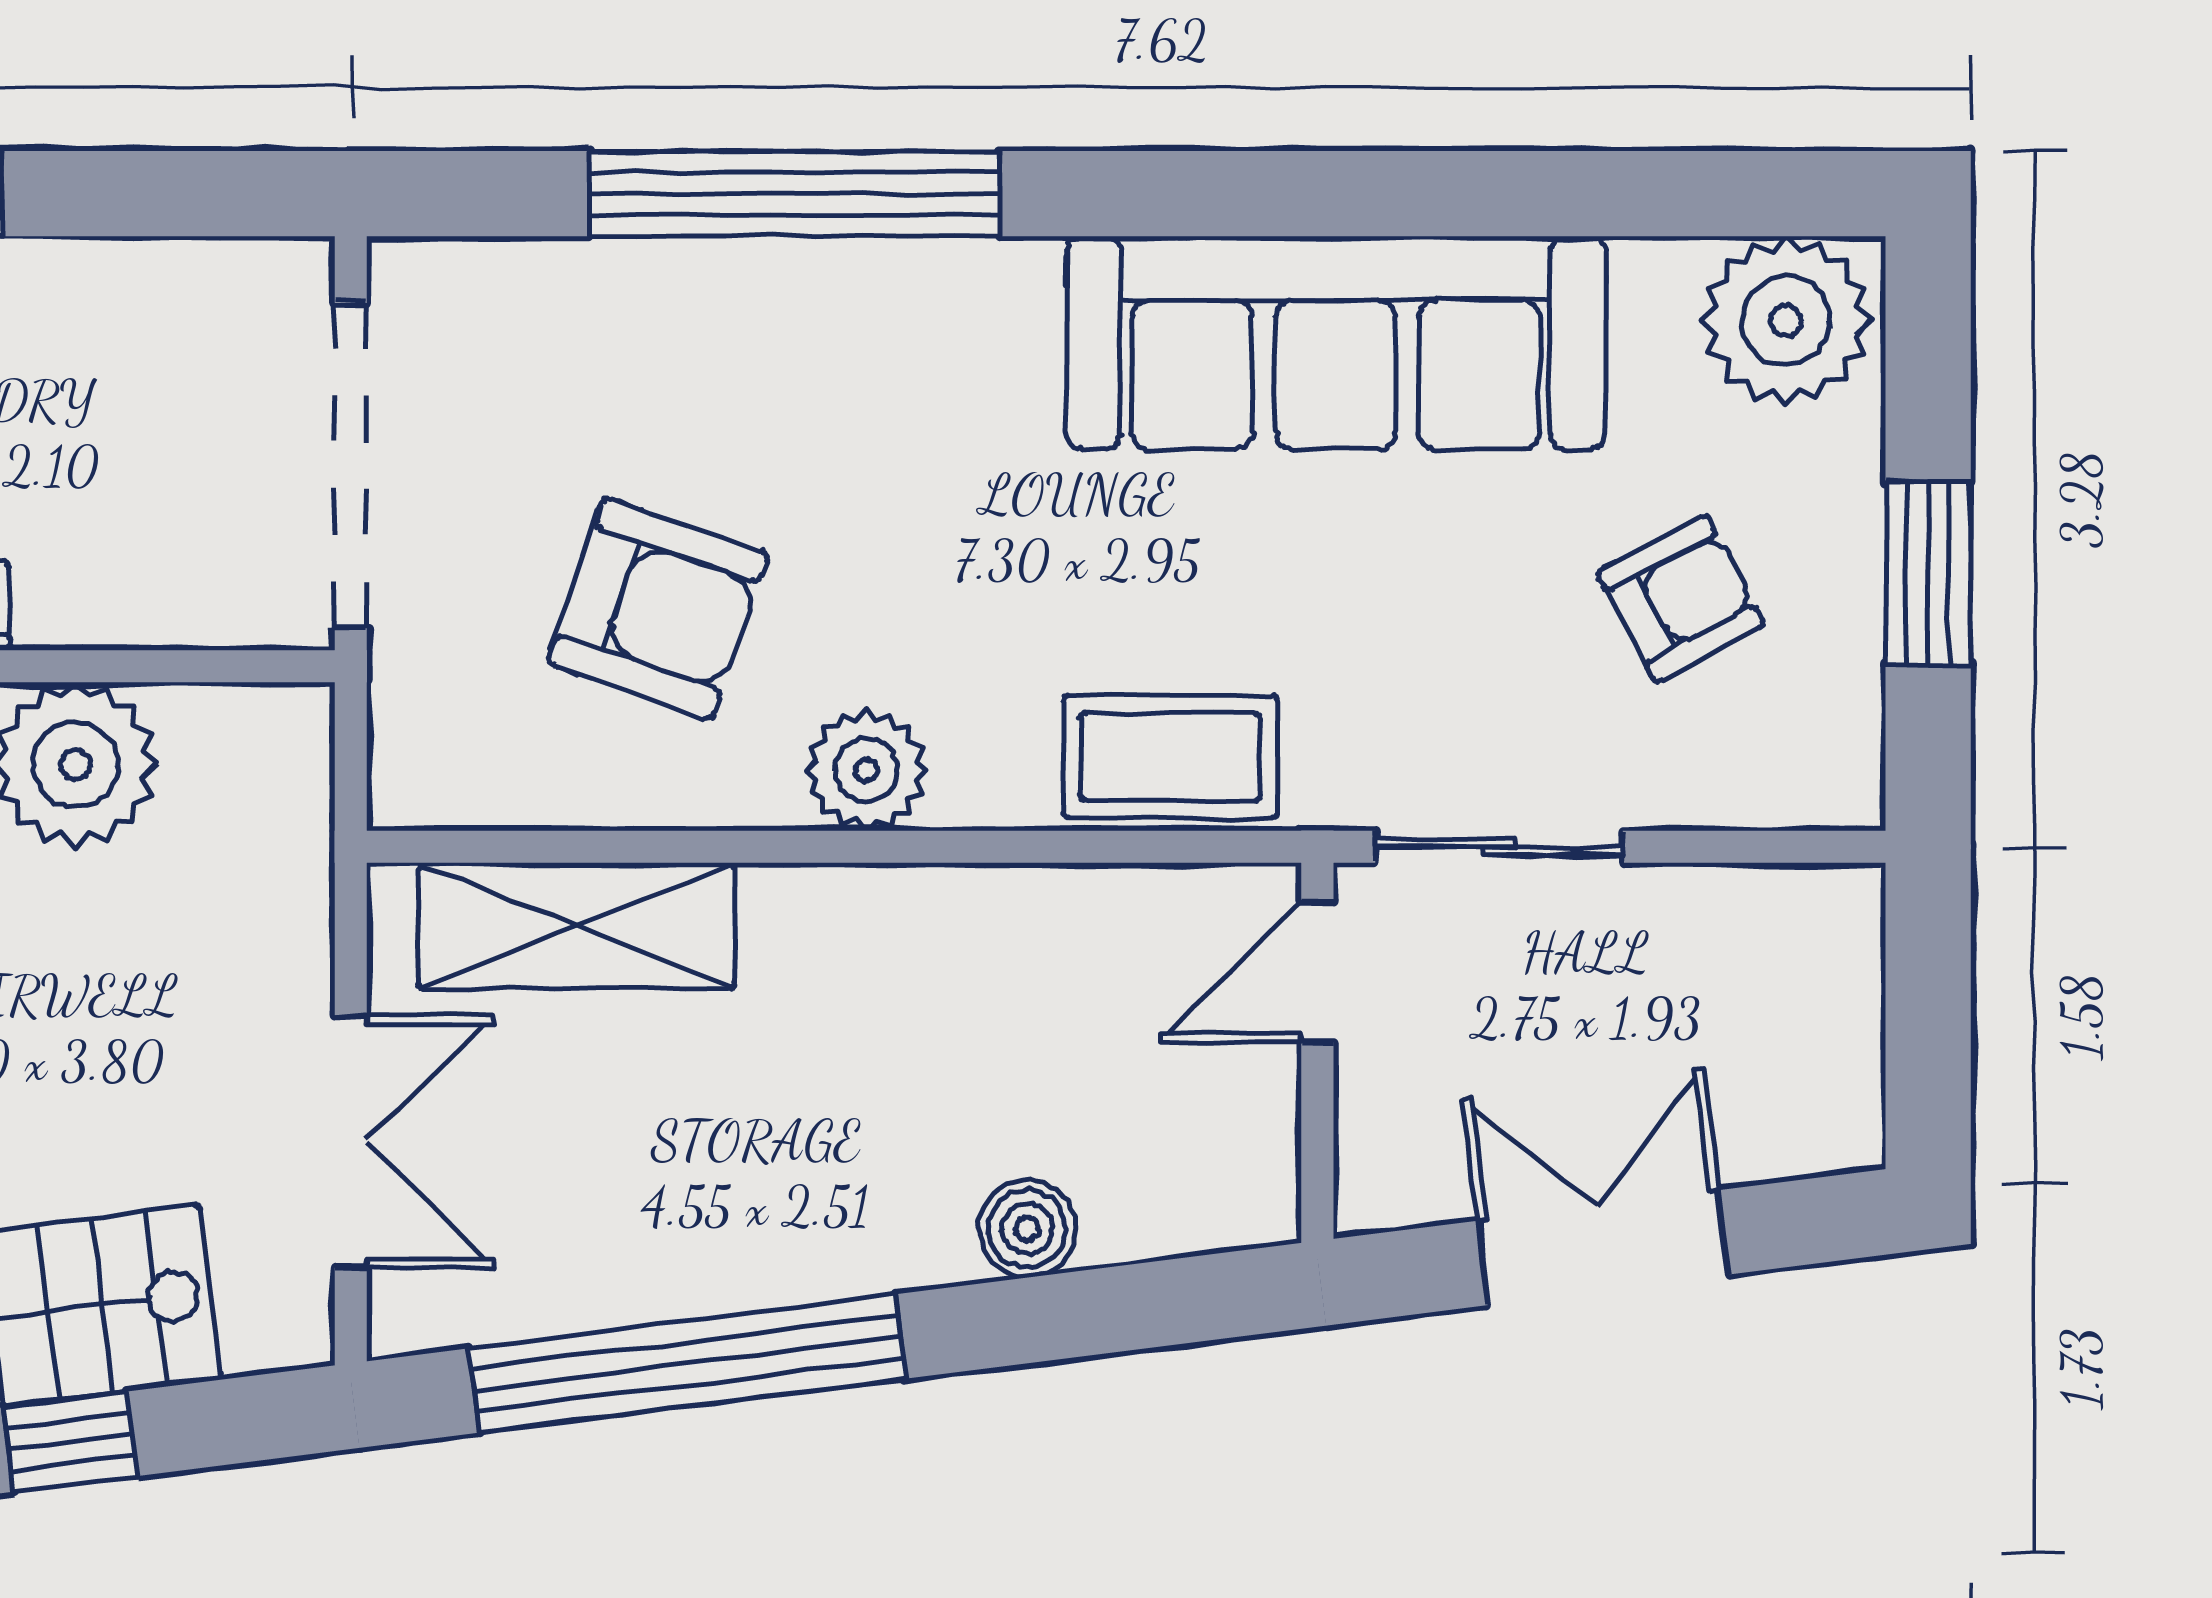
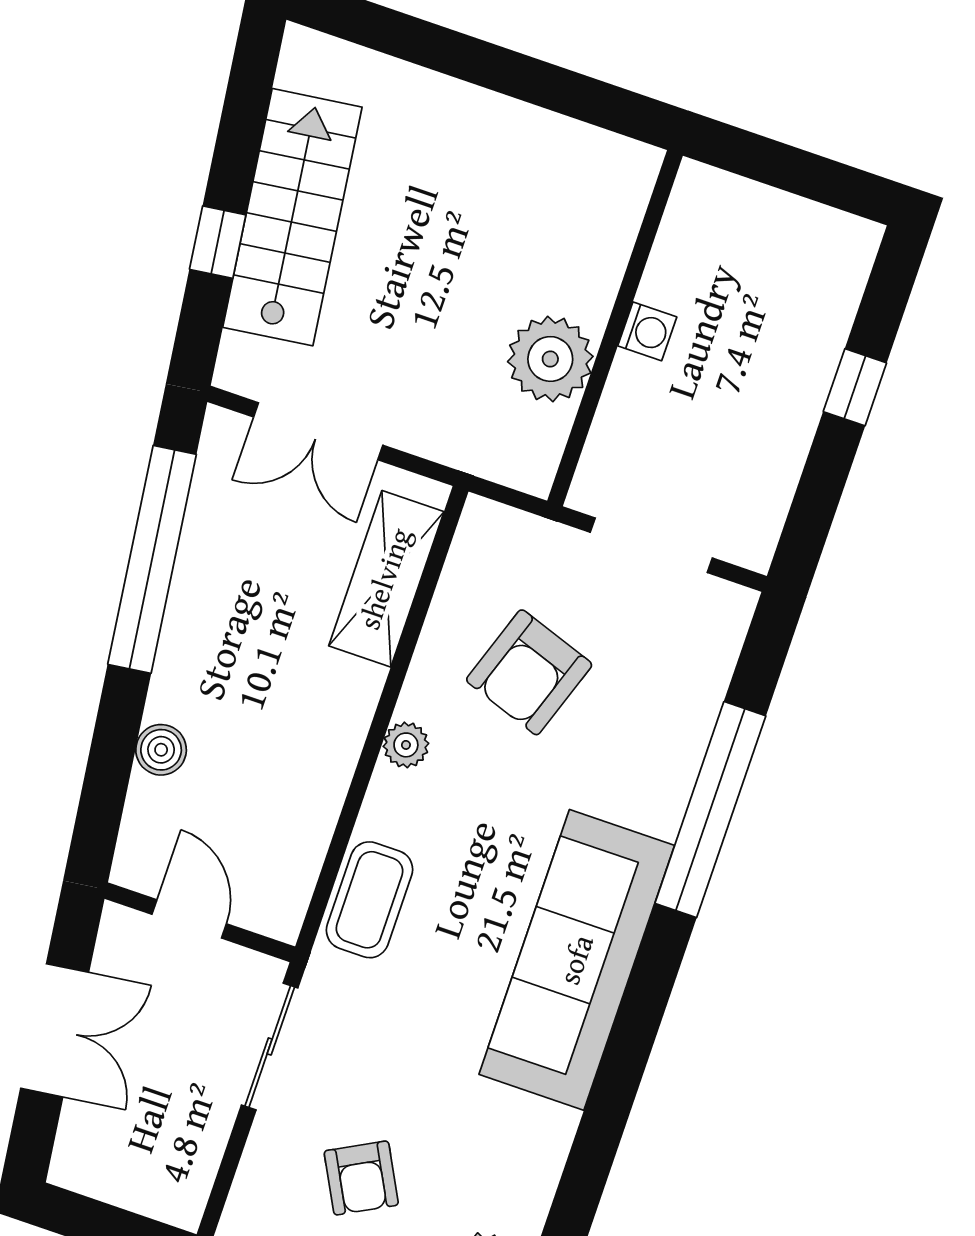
sofa: (1336, 343) -> (577, 960), moved
doorway: (351, 465) -> (651, 545), width x0.73
plant: (866, 770) -> (406, 745), width x0.73, depth x0.73
door: (1317, 972) -> (189, 919), moved

